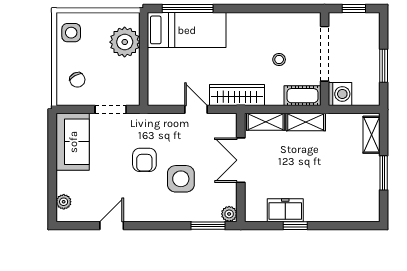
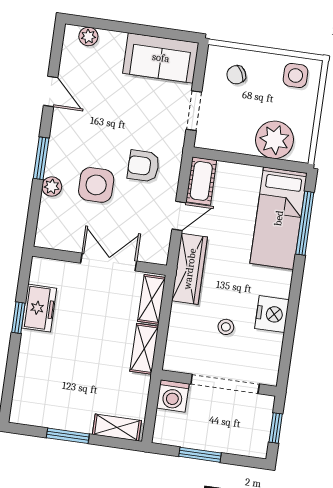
nightstand: (264, 24) -> (272, 314), added
cot: (302, 96) -> (201, 181), moved
armchair: (144, 160) -> (143, 166), moved
plant: (229, 214) -> (52, 187), moved
window: (208, 226) -> (41, 158), moved

